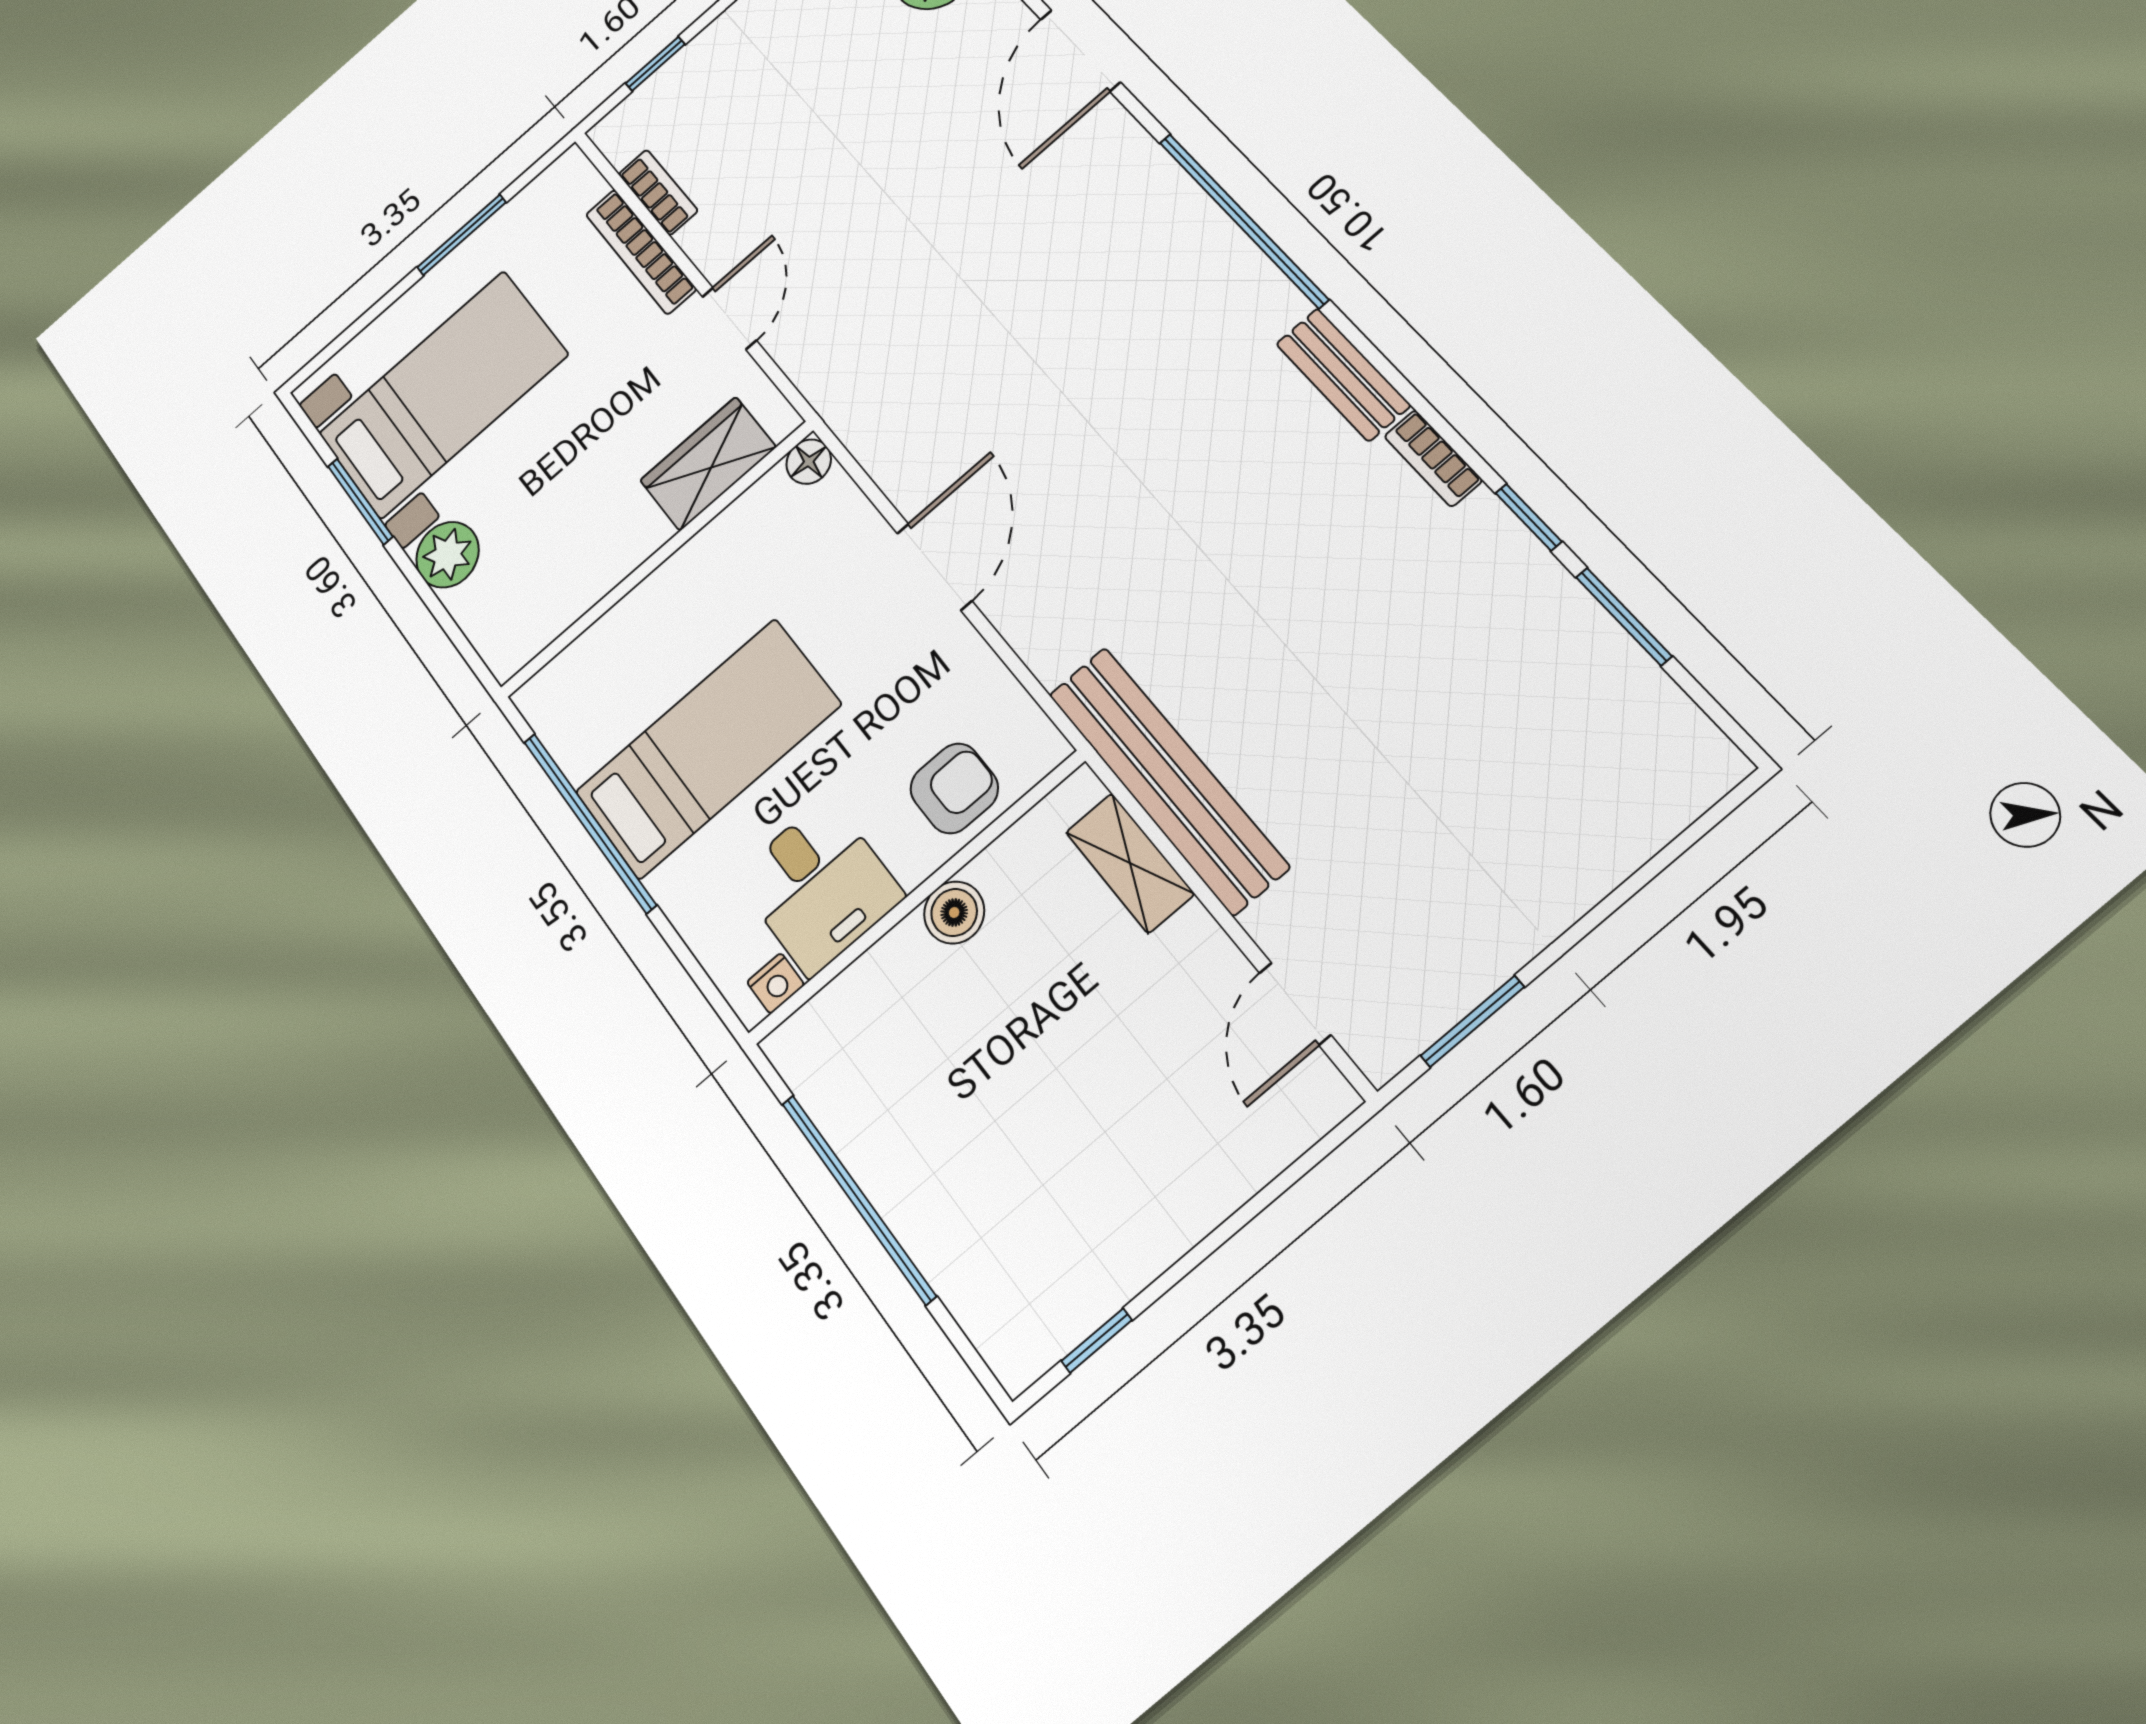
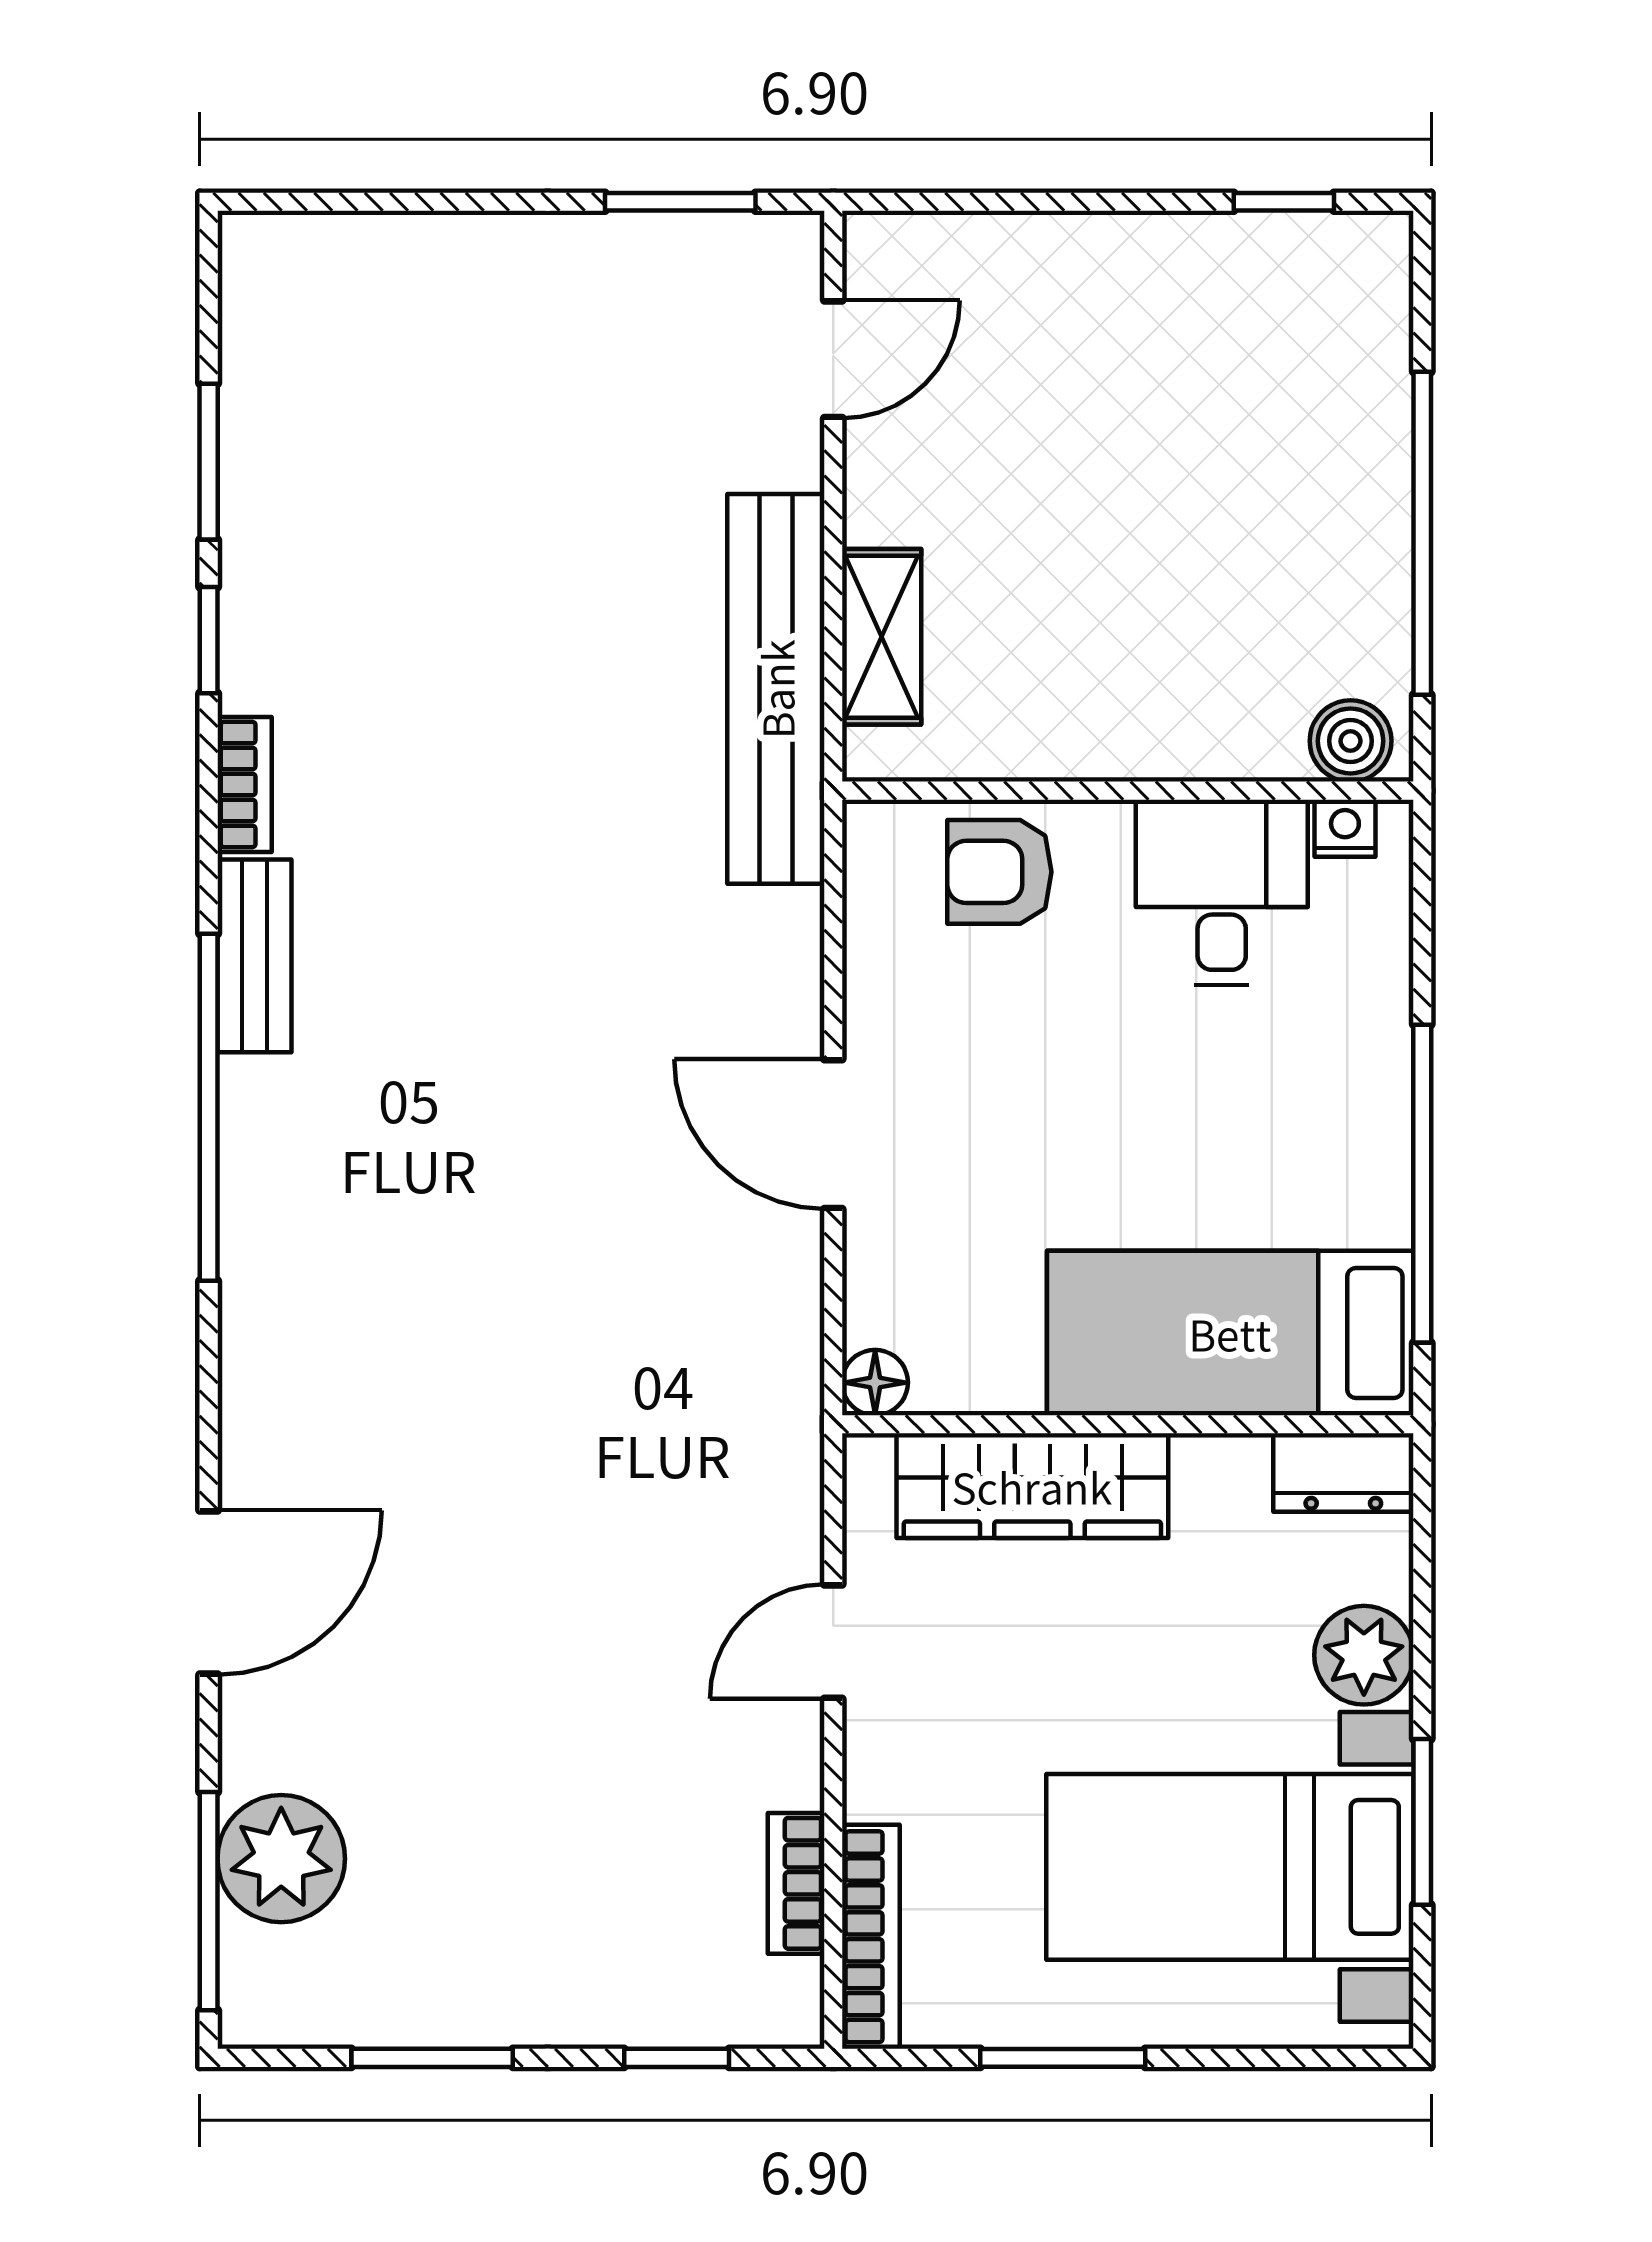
window: (1243, 220) -> (209, 1107), moved
bookcase: (641, 252) -> (871, 1937), moved
wardrobe: (708, 464) -> (1032, 1486), width x1.50
door: (934, 567) -> (833, 1134), hinge flipped
dresser: (524, 635) -> (1343, 1473), added
bed: (708, 749) -> (1230, 1333), moved
boiler: (954, 912) -> (1351, 741), moved

